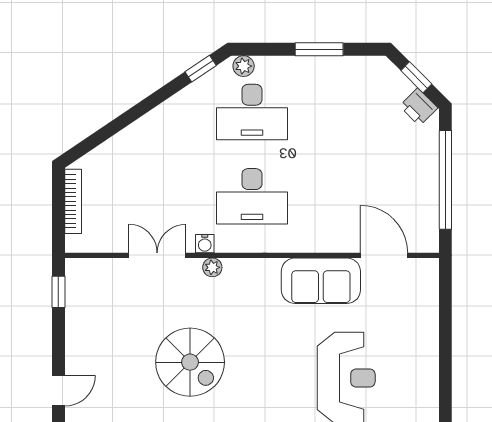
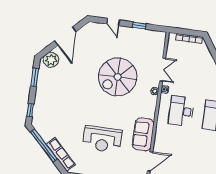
window: (58, 292) -> (139, 26), moved
spiral stairs: (190, 362) -> (118, 77), width x1.37, depth x1.37

